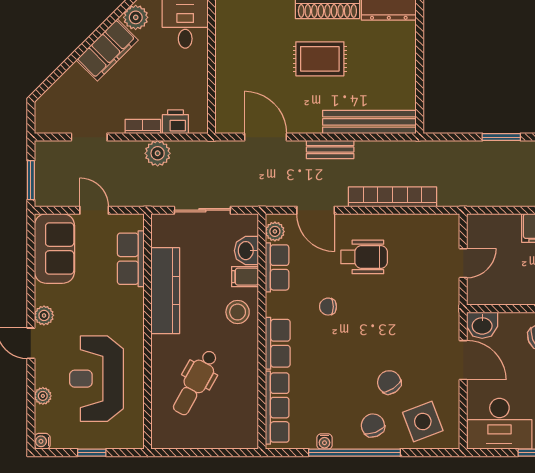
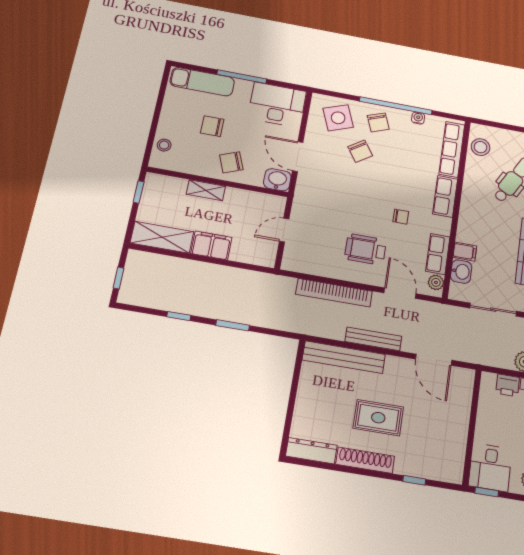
bench: (330, 150) -> (373, 339), width x1.36
stool: (238, 312) -> (480, 147), moved

